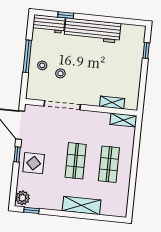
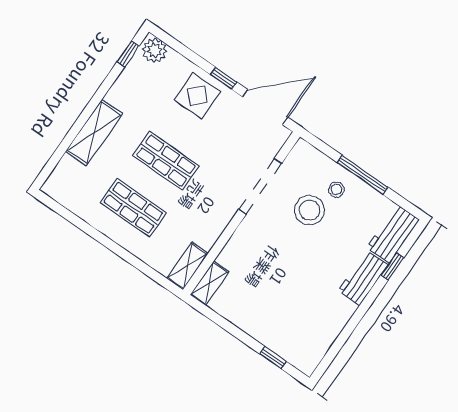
workbench: (92, 30) -> (363, 278), width x0.53, depth x0.76
stool: (60, 73) -> (309, 210), width x1.89, depth x1.89
shelving: (112, 102) -> (209, 283), moved

